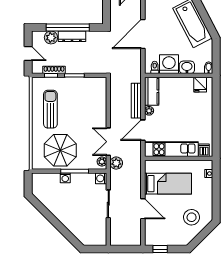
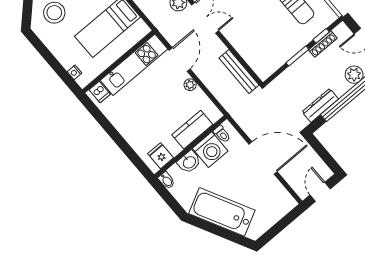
door: (143, 34) -> (263, 158), hinge flipped
dresser: (72, 36) -> (320, 105), moved
kitchen counter: (152, 91) -> (192, 130), moved, turned 90
bench: (136, 101) -> (239, 71), moved

